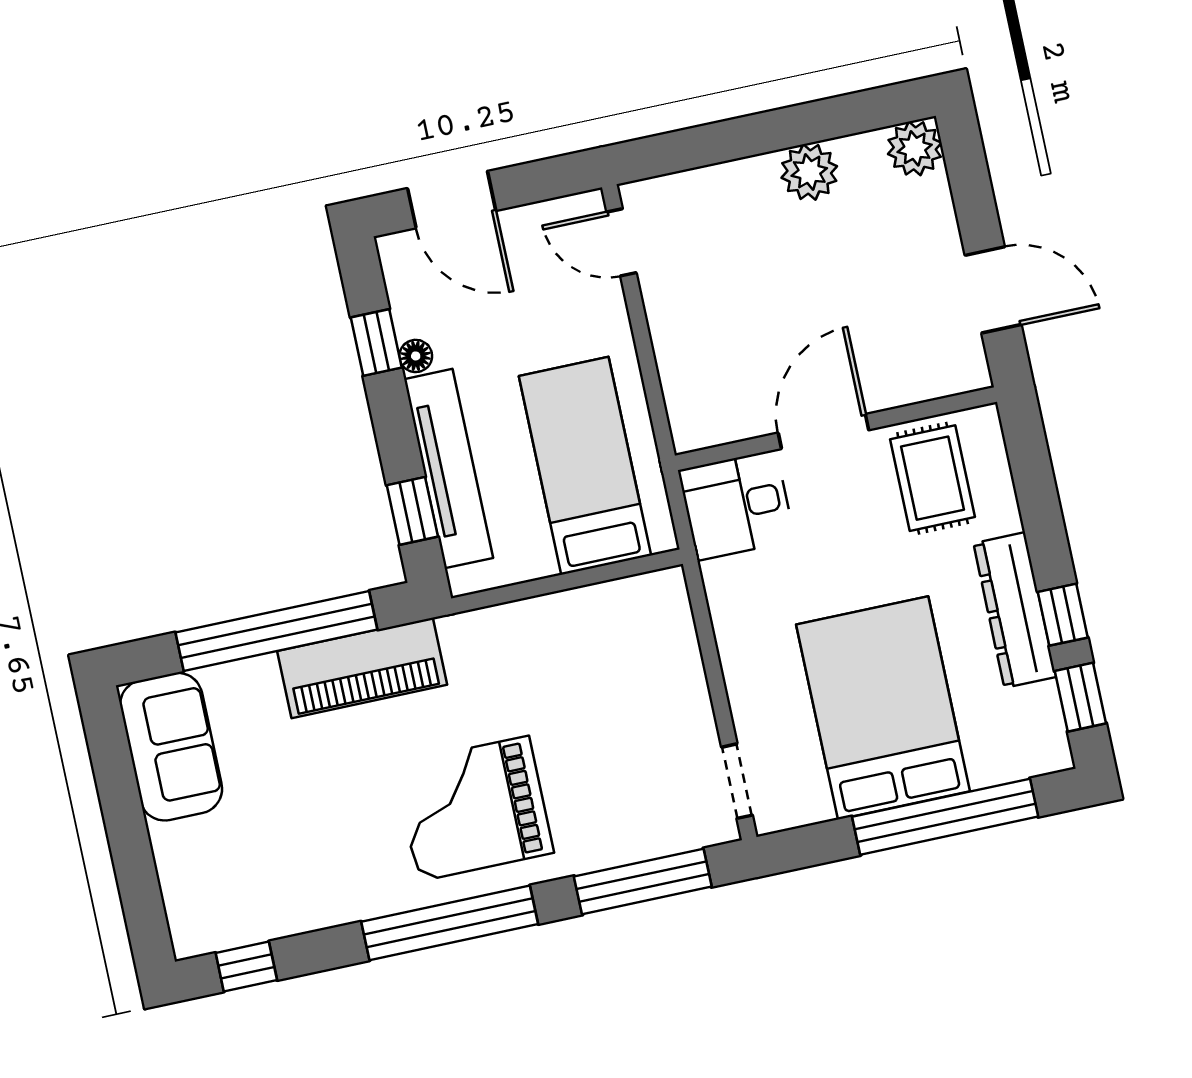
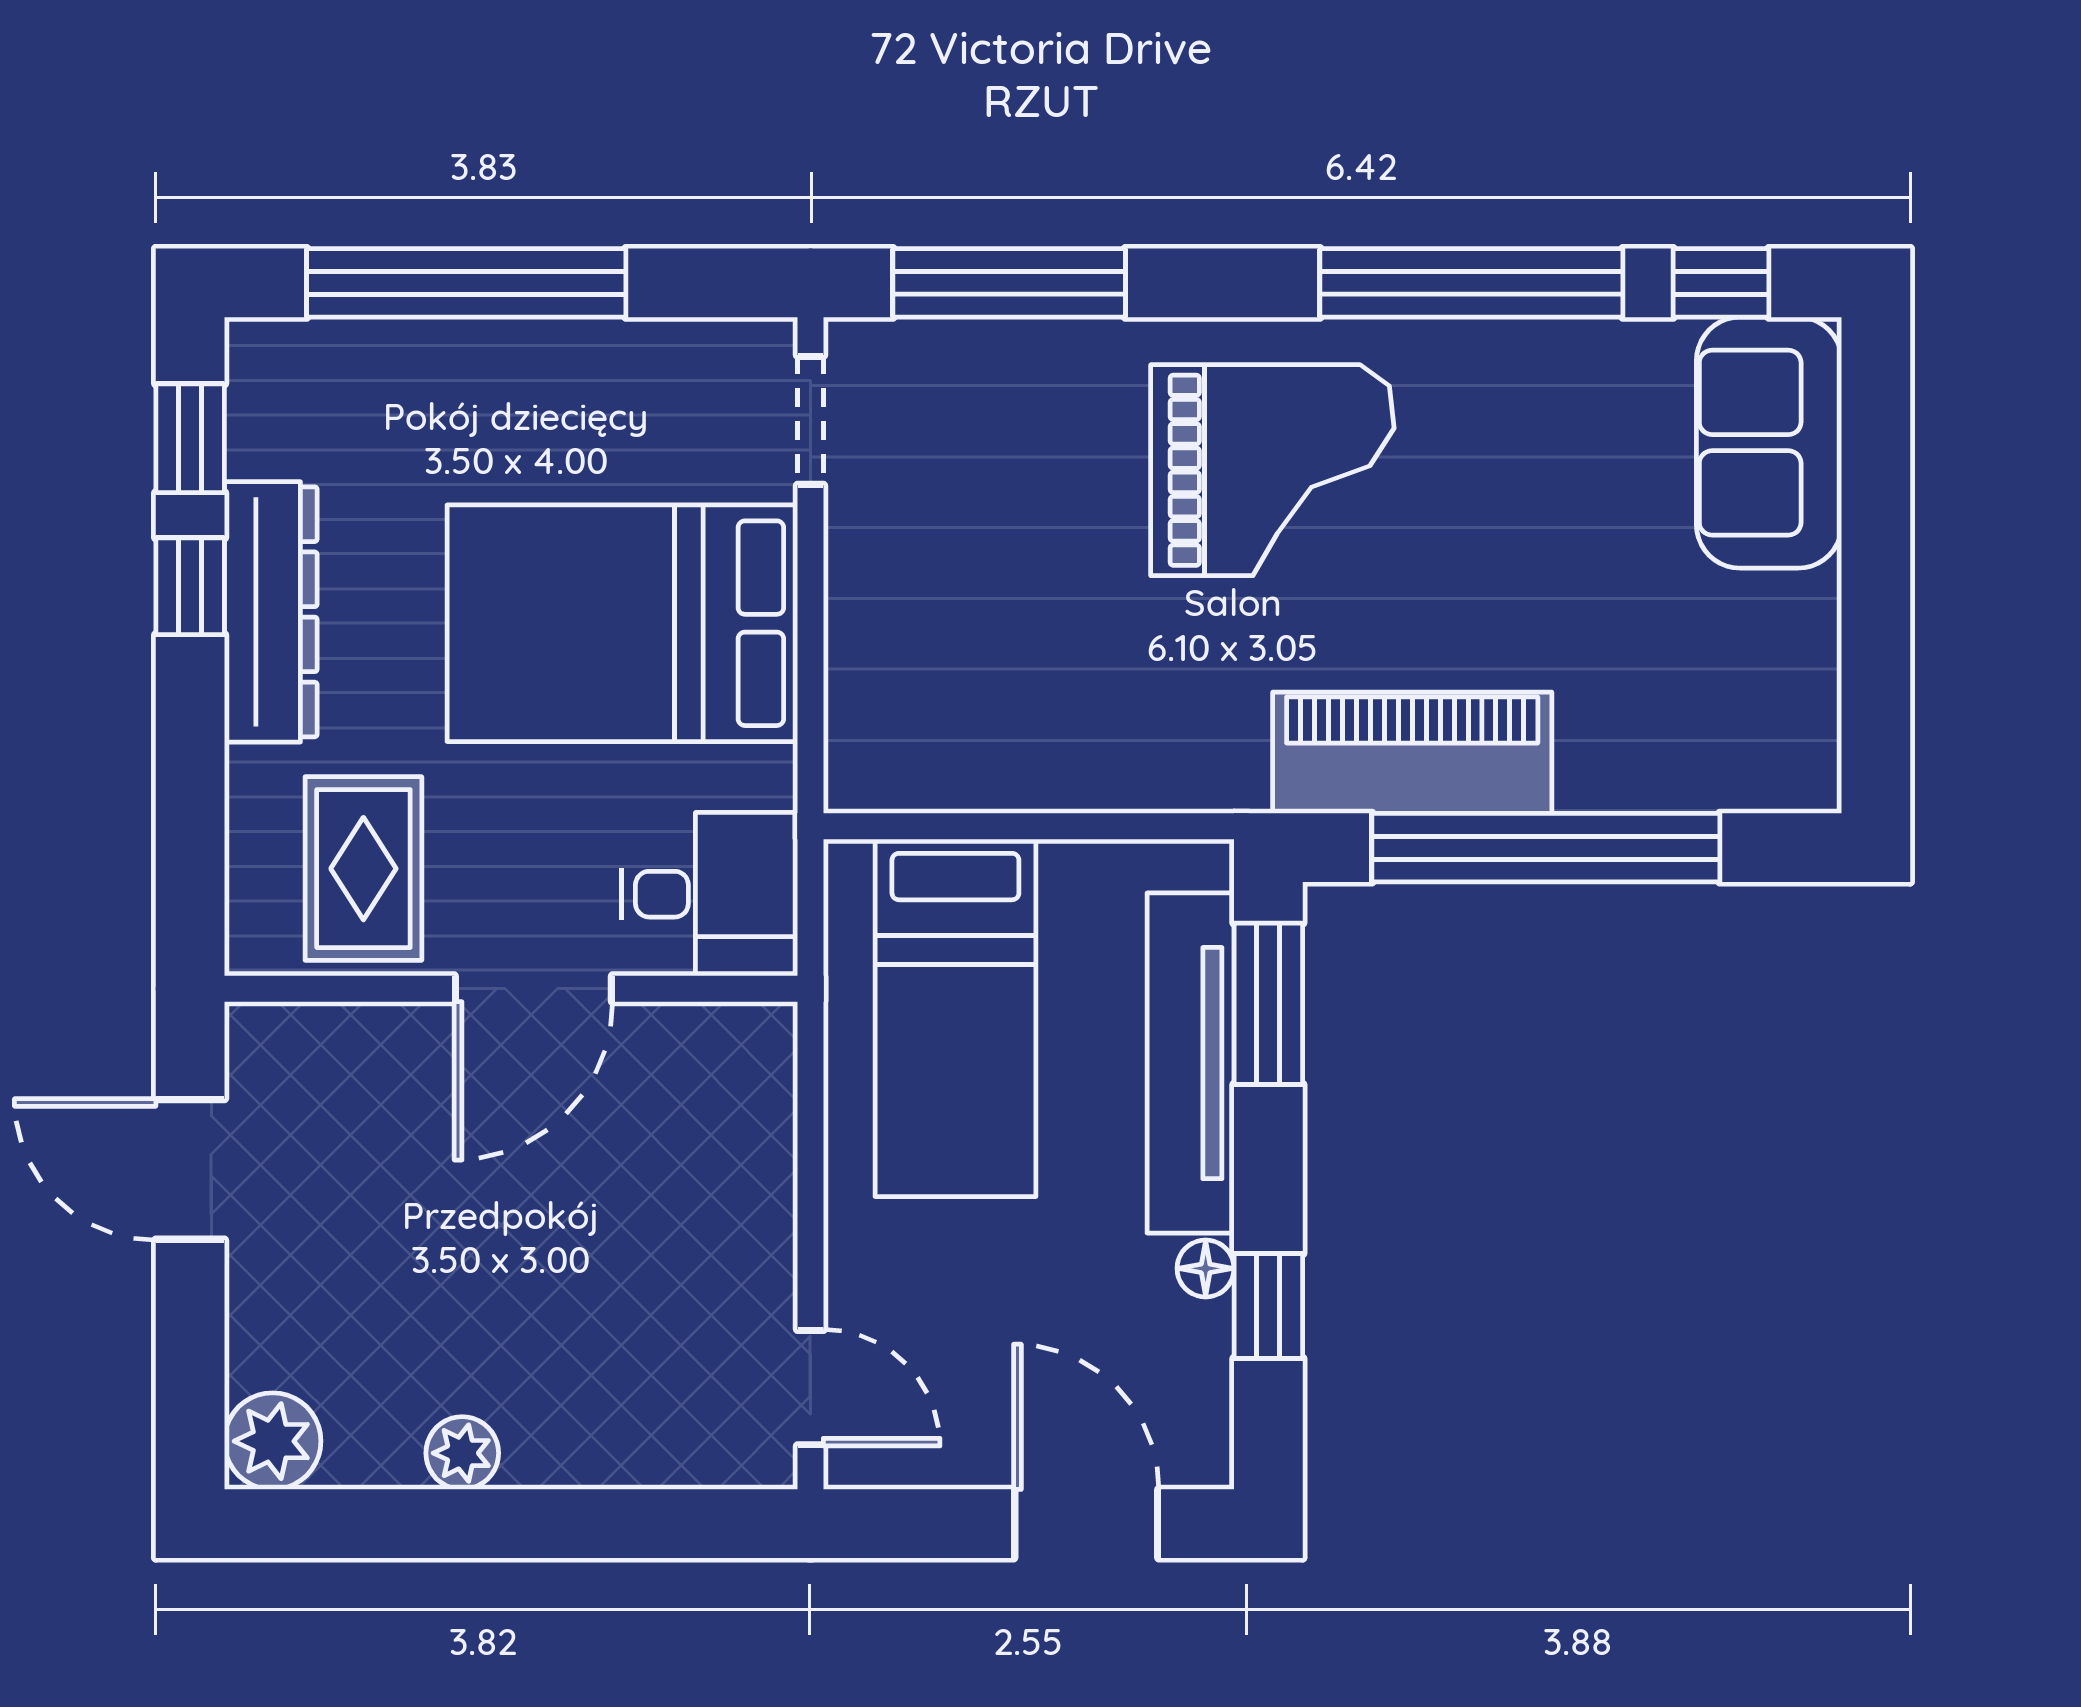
plant: (809, 172) -> (462, 1453), width x0.73, depth x0.73
window: (412, 511) -> (1268, 1004), width x1.50
bed: (883, 708) -> (622, 623), moved, turned 90
sofa: (171, 747) -> (1769, 443), moved
window: (450, 923) -> (1471, 283), moved

